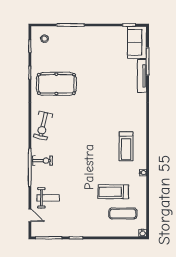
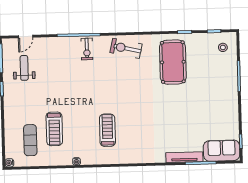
treadmill: (126, 146) -> (107, 130), moved, turned 90
treadmill: (113, 192) -> (54, 129), turned 180
weight bench: (48, 198) -> (24, 68), moved, turned 180

